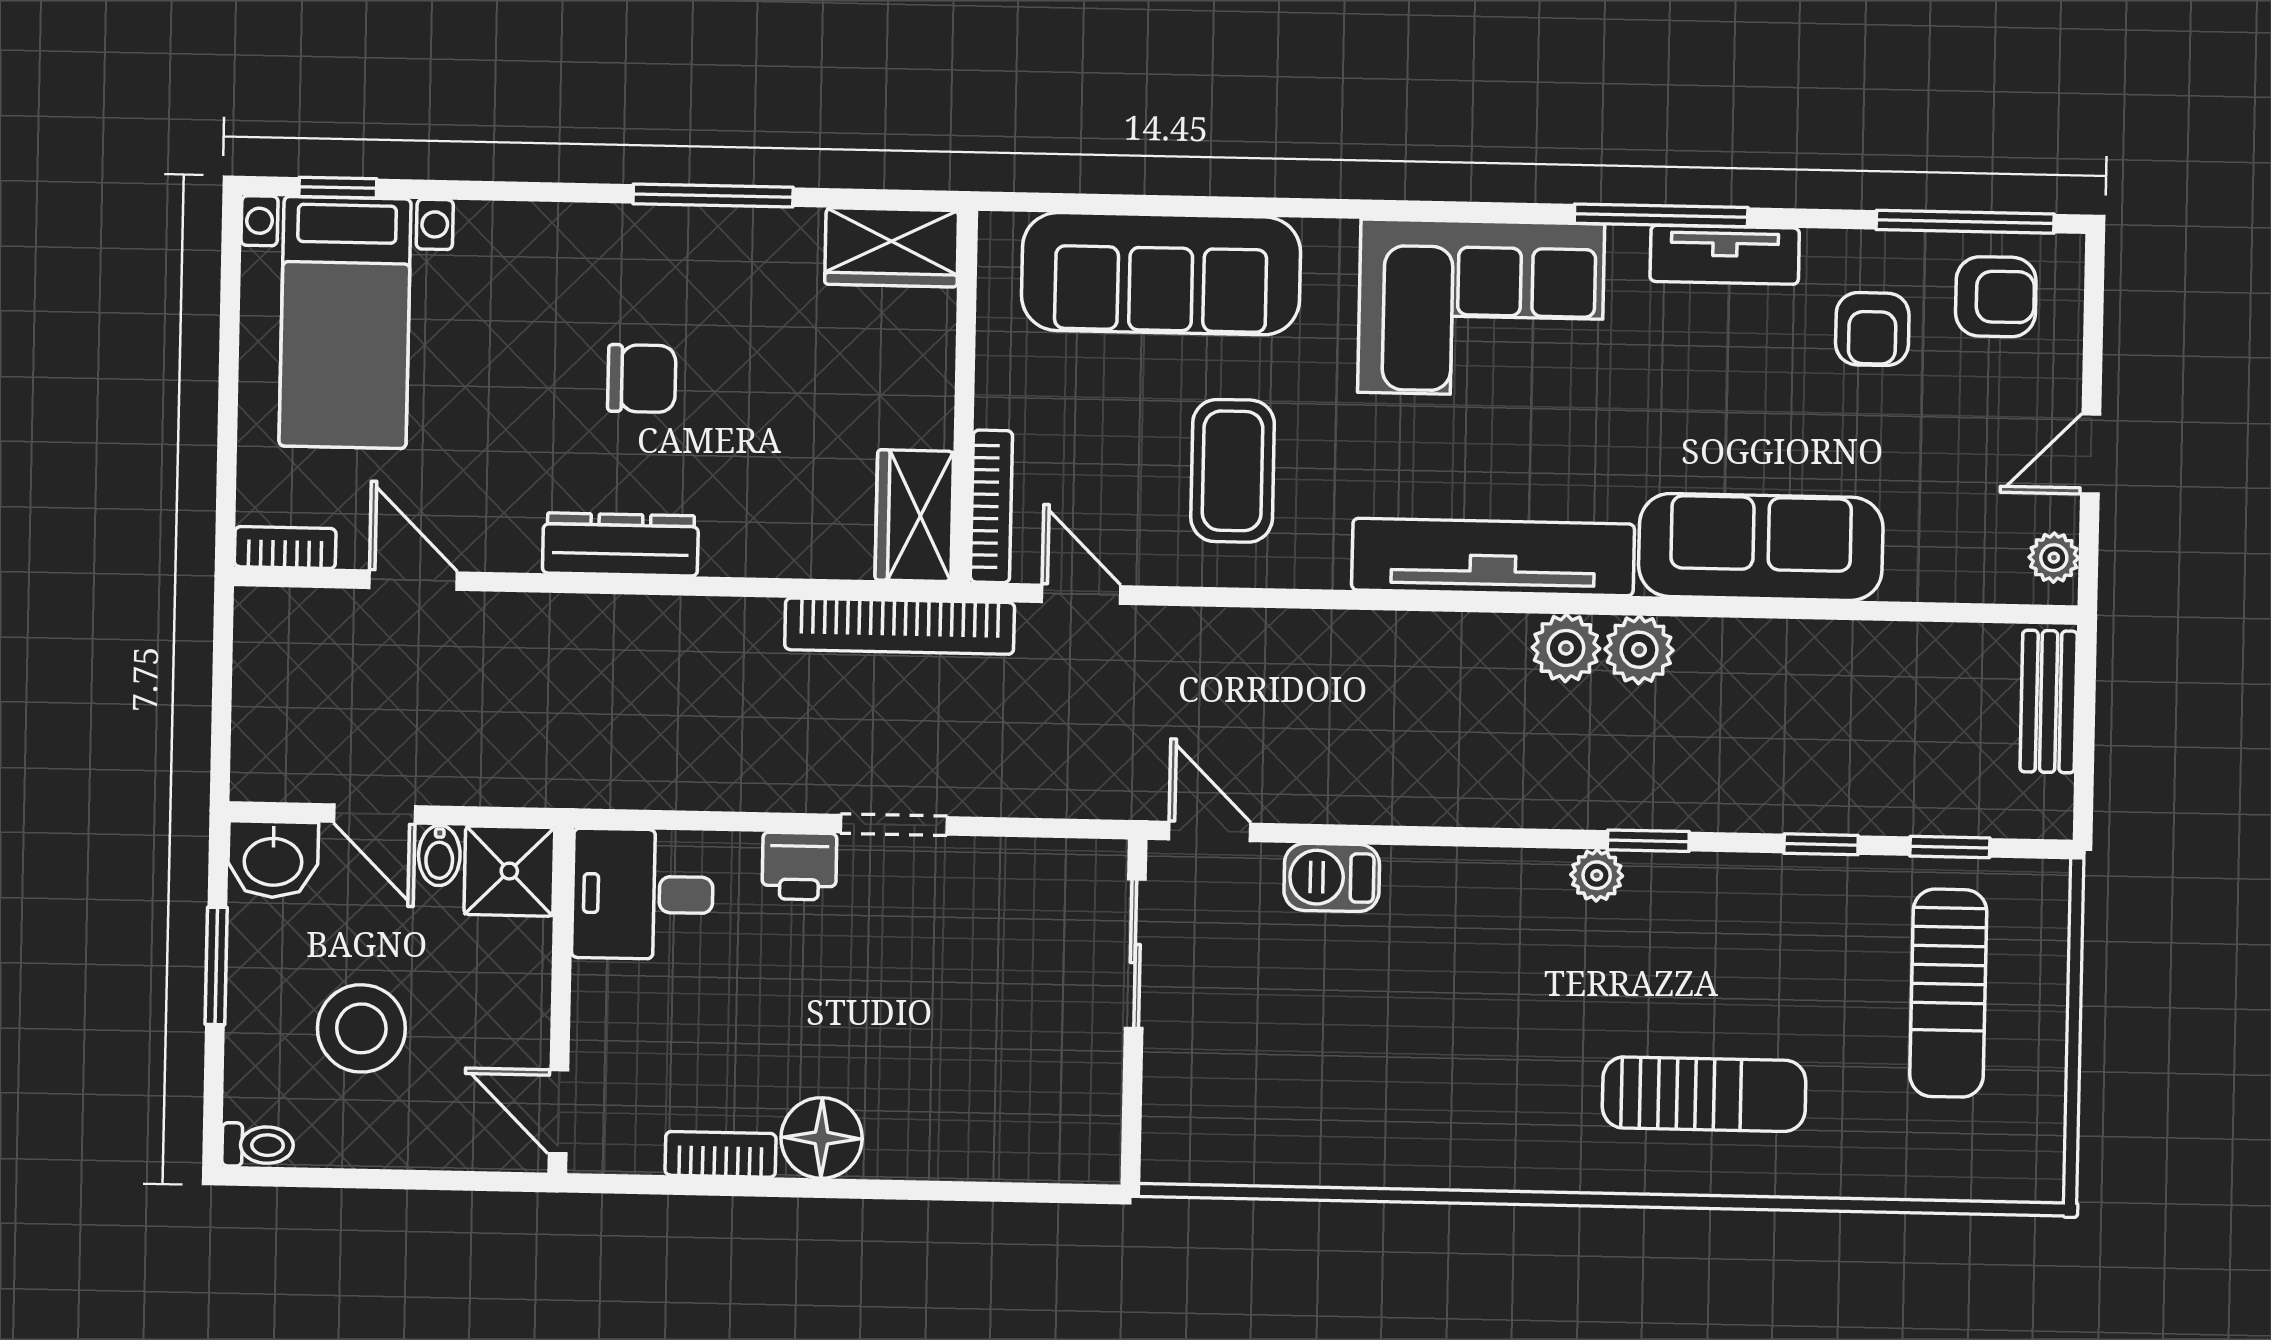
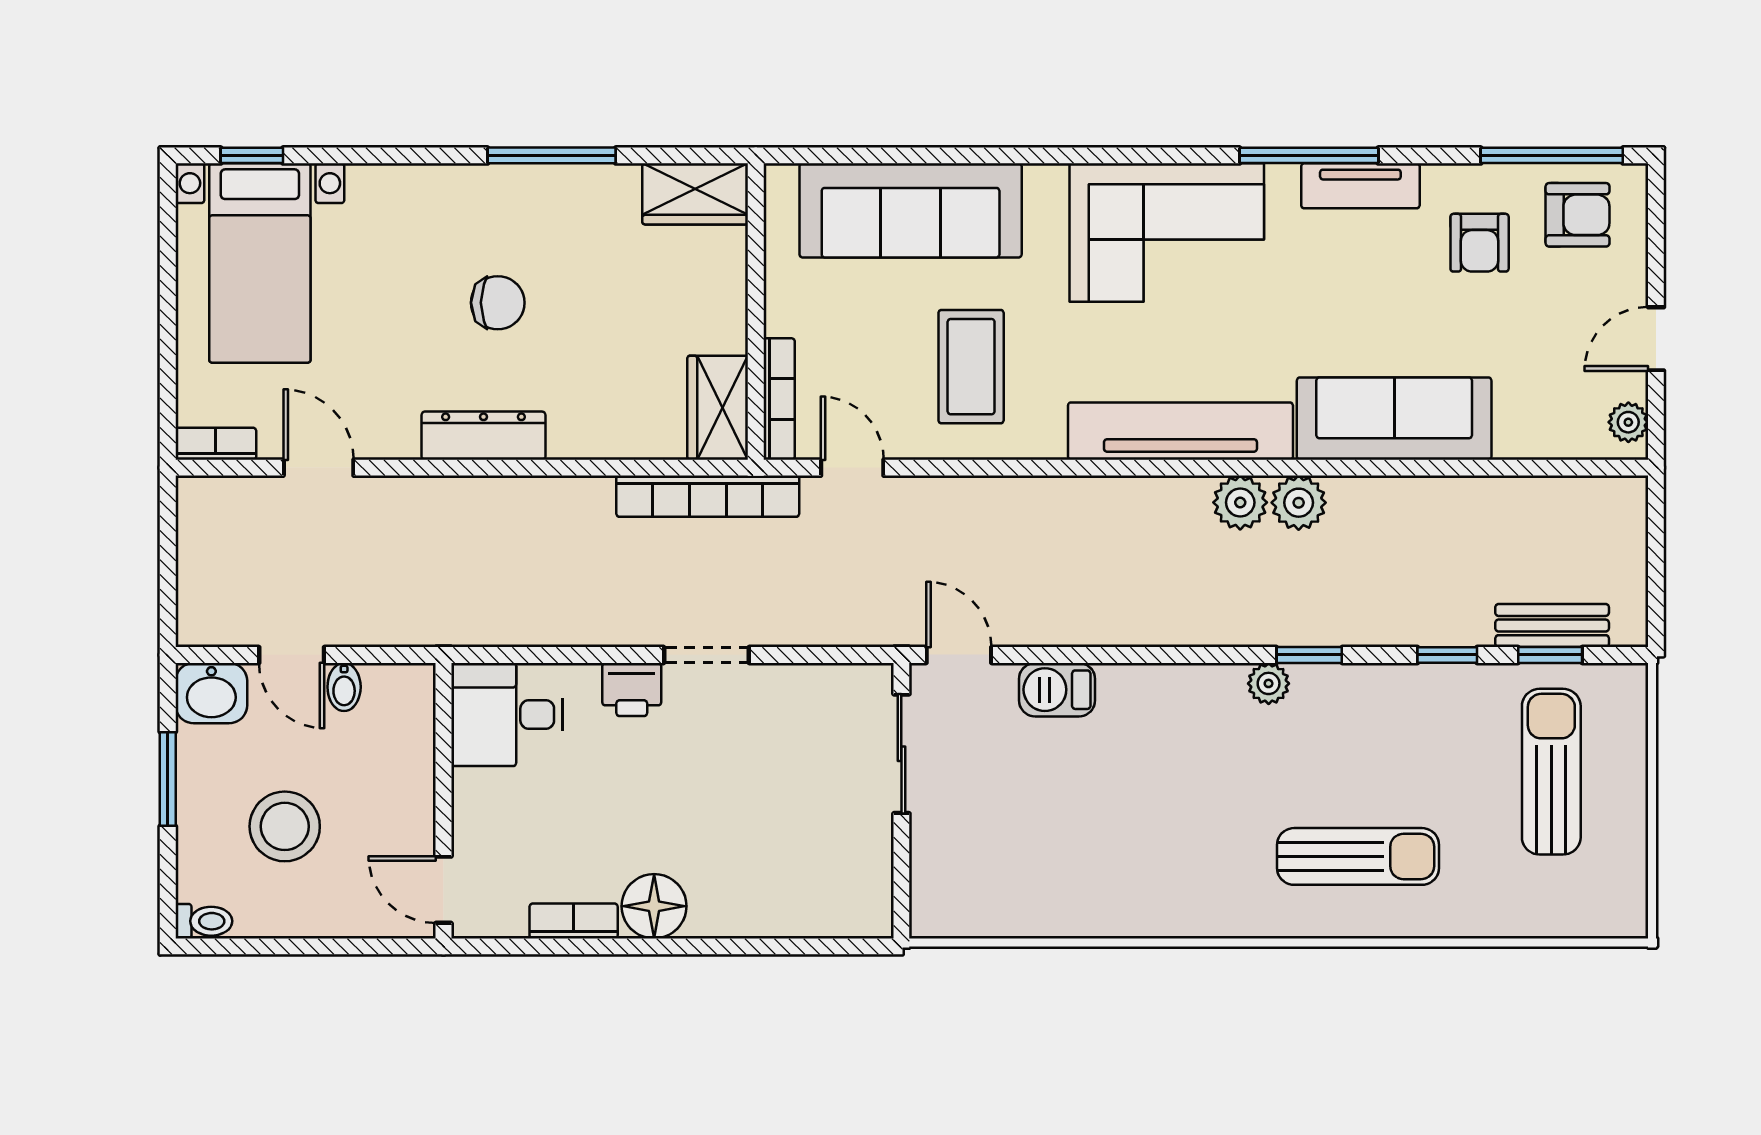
bench: (2049, 701) -> (1552, 626), moved, turned 90
shower: (509, 871) -> (400, 698), removed
sun lounger: (1948, 993) -> (1551, 772), turned 180

